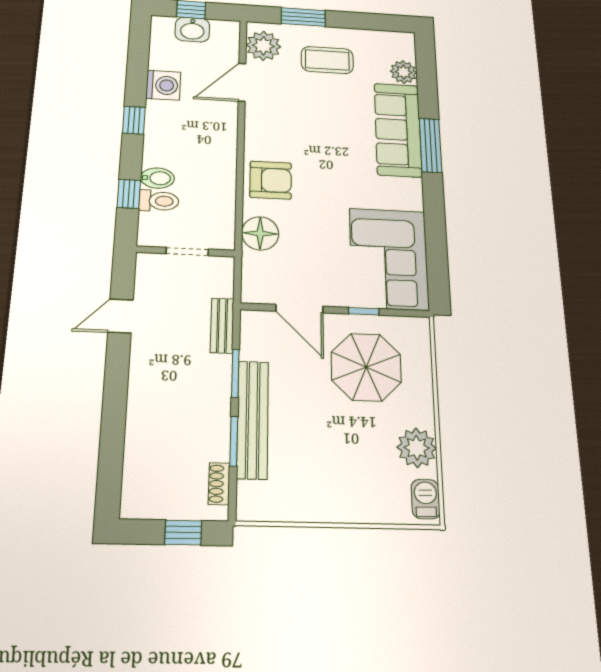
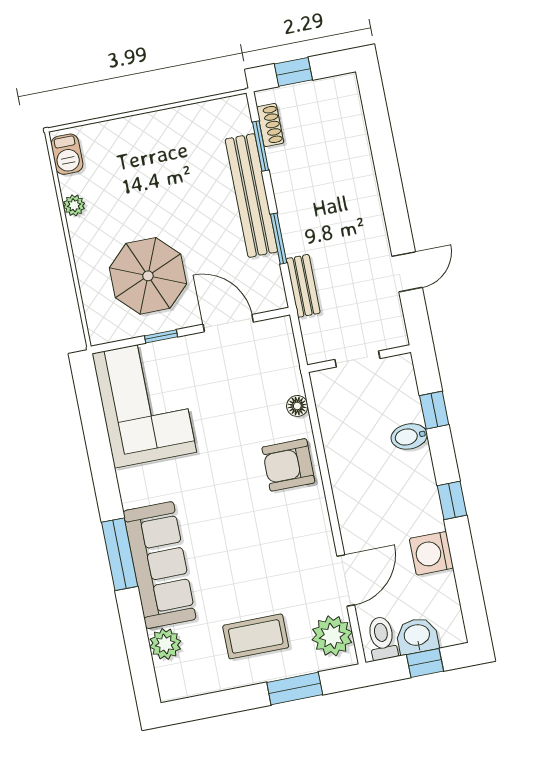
toilet: (159, 201) -> (382, 638), moved, turned 90
floor lamp: (260, 233) -> (297, 406), width x0.53, depth x0.53
window: (234, 441) -> (261, 146), moved
plant: (417, 448) -> (74, 205), width x0.53, depth x0.53

